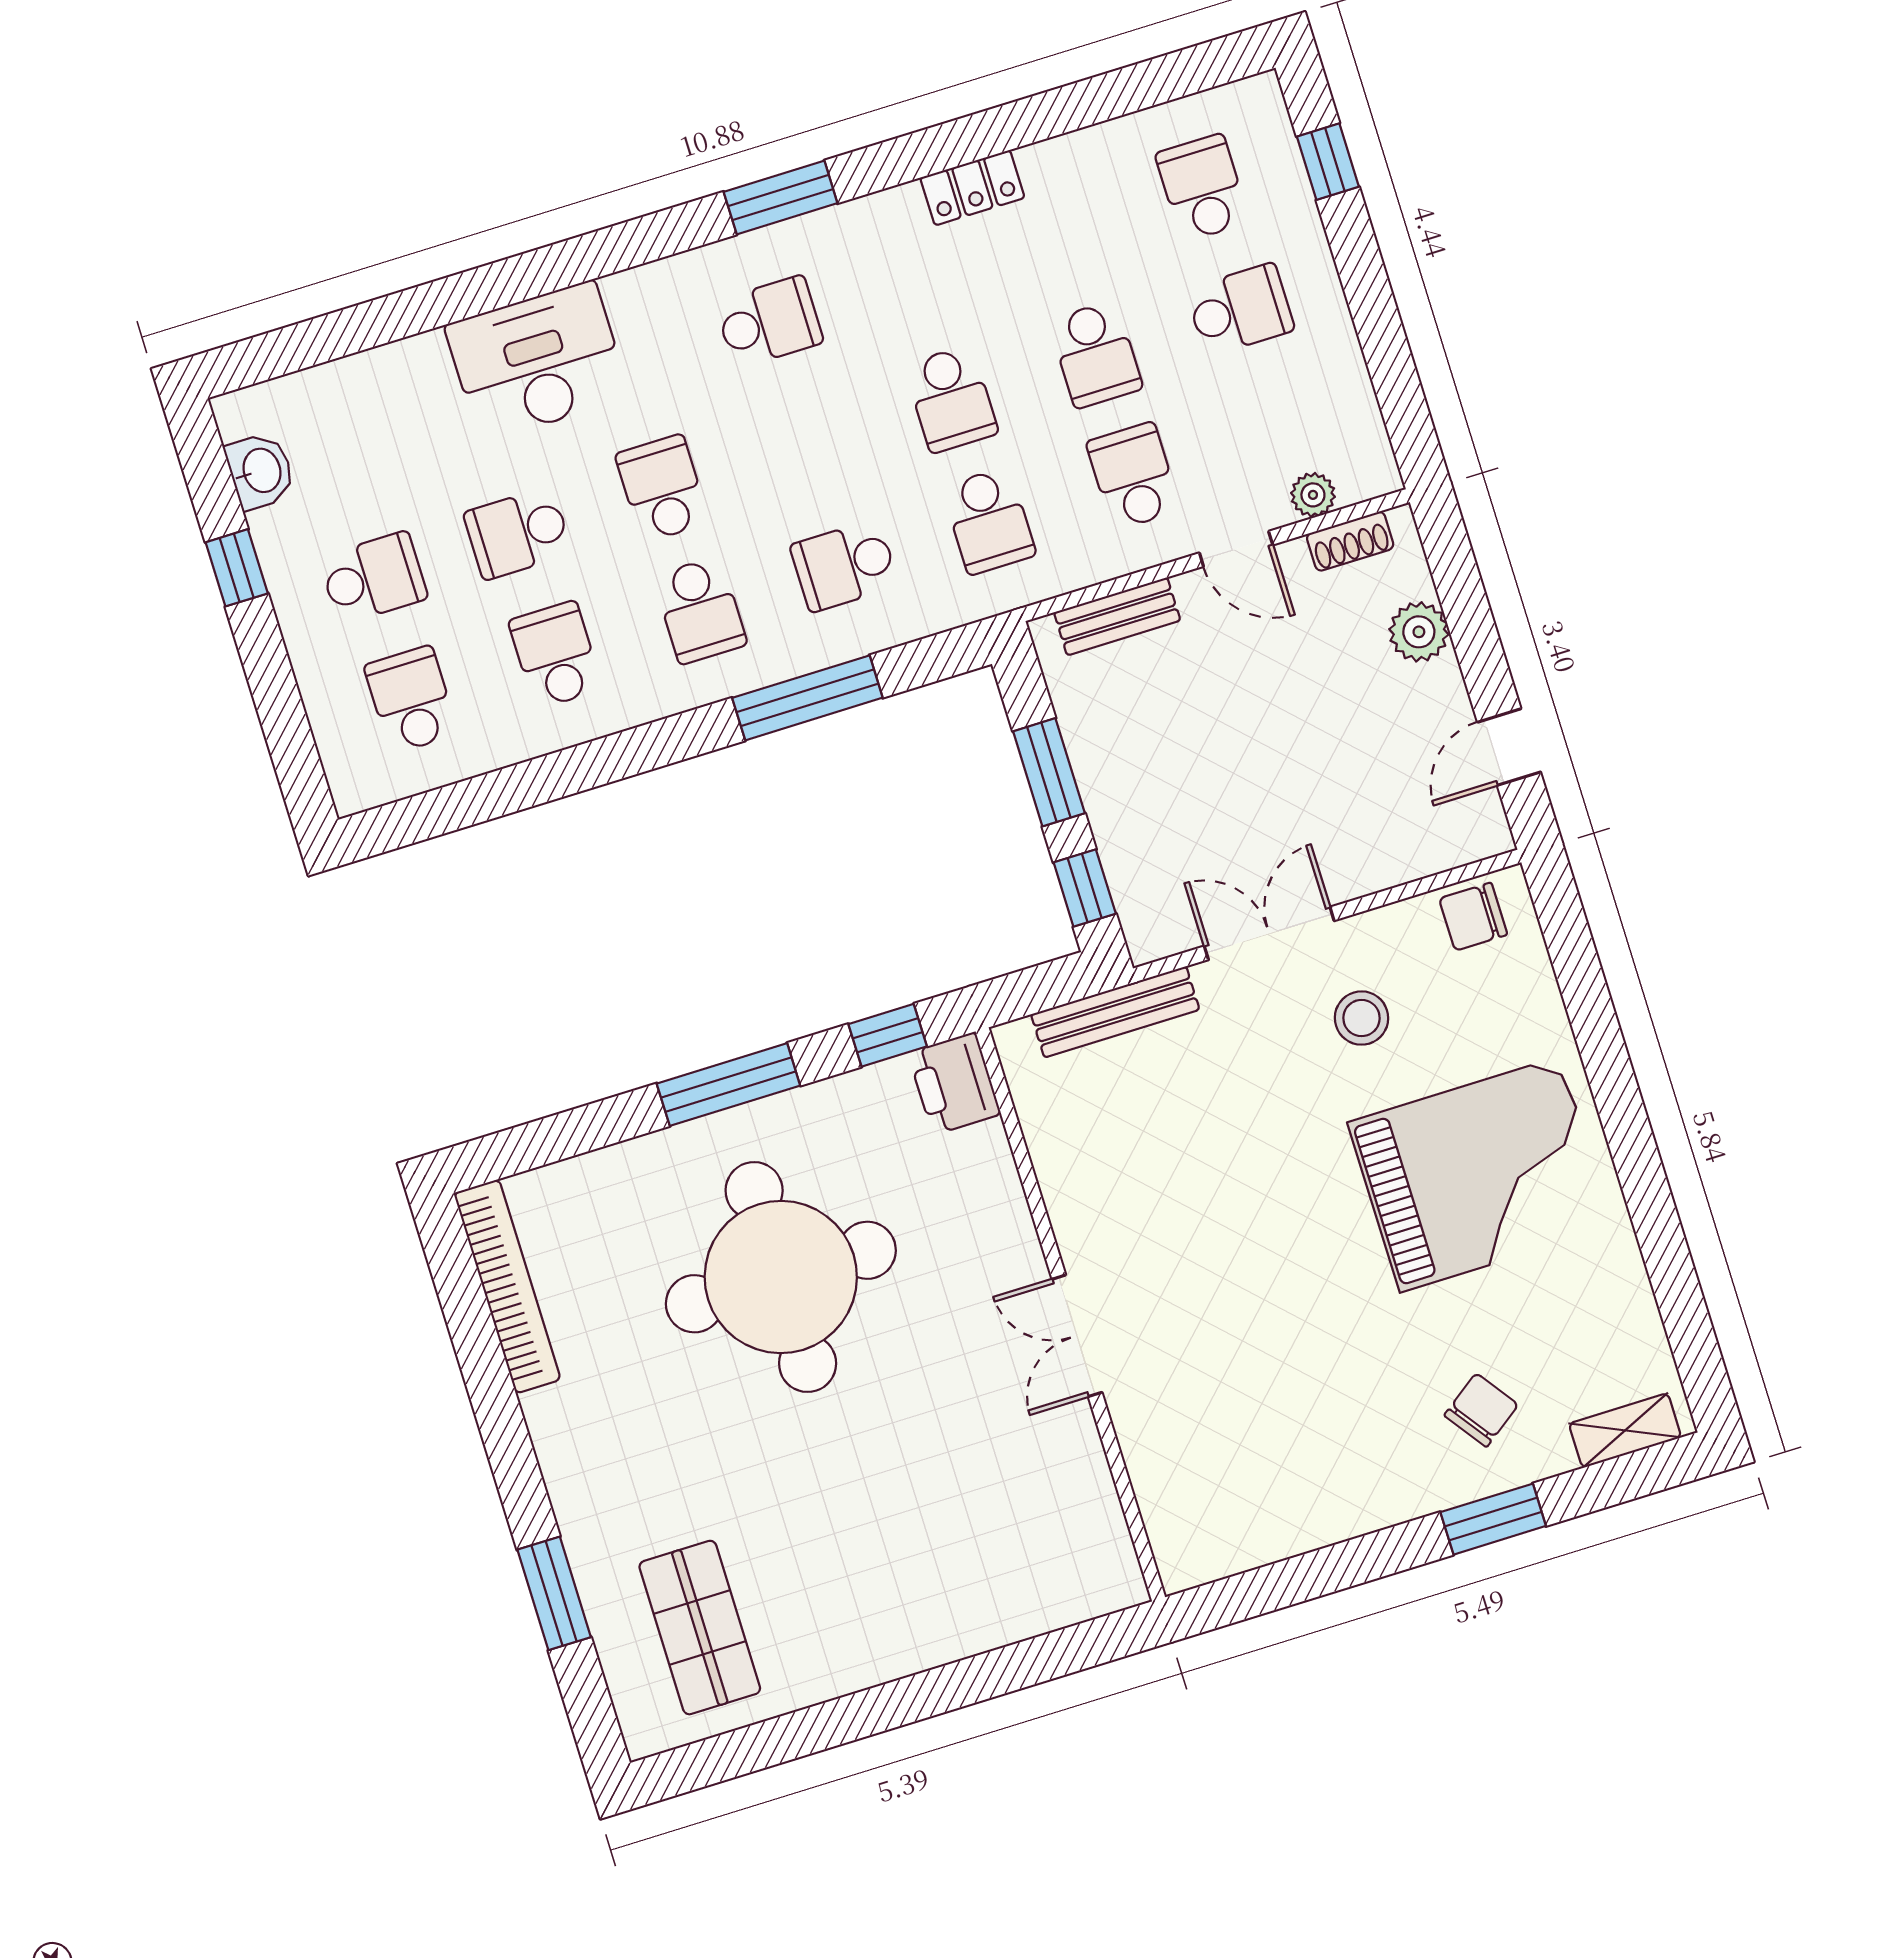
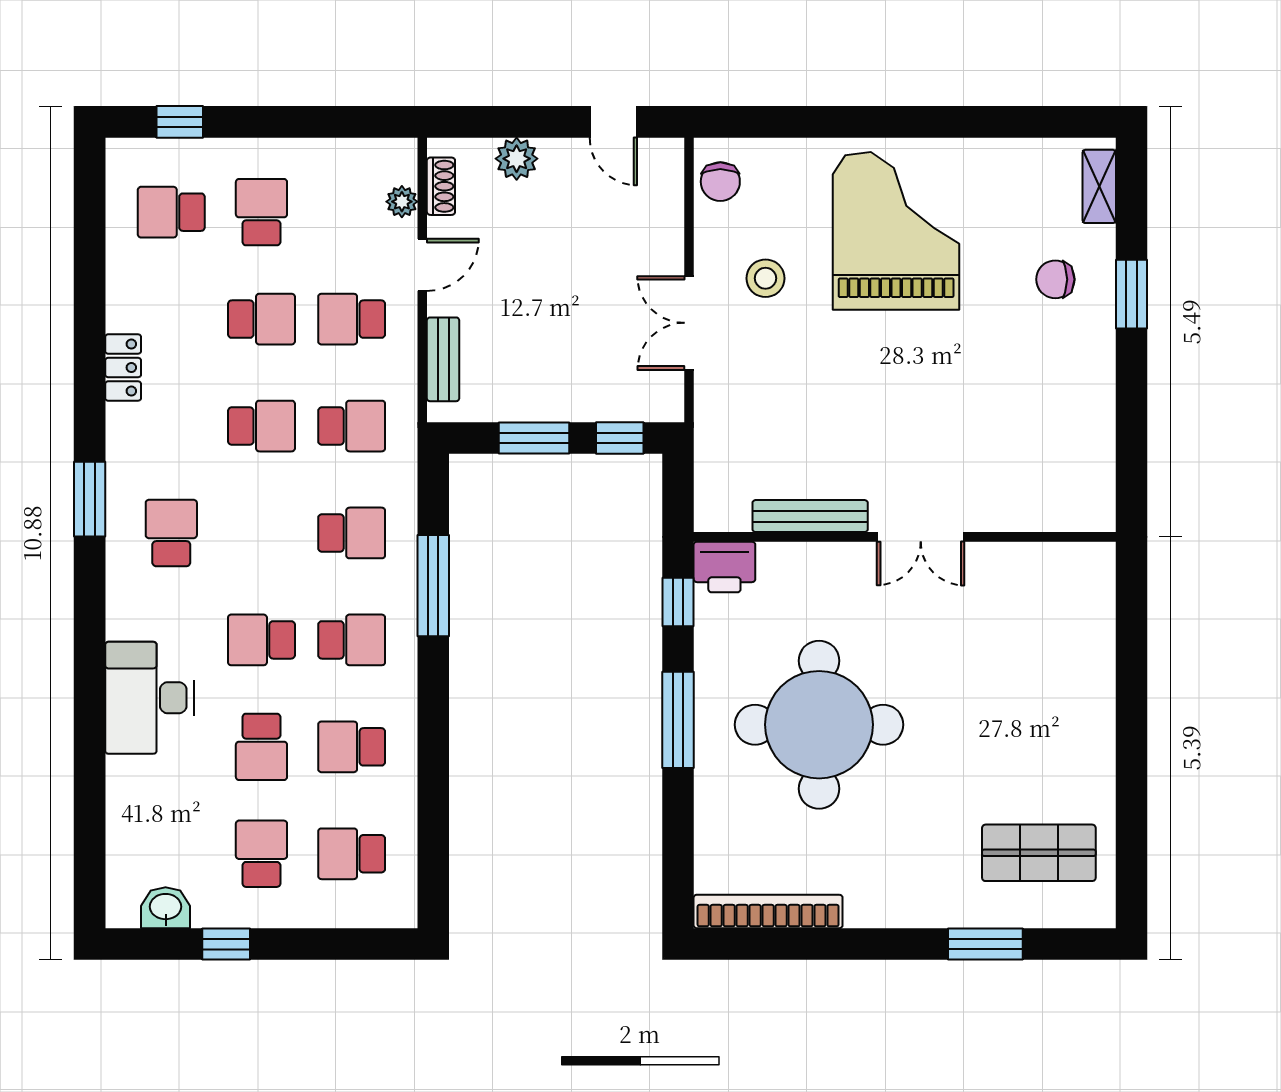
school desk: (844, 566) -> (352, 533), turned -90
bench: (1115, 1012) -> (810, 516), moved, turned 90
chair: (1481, 1410) -> (1055, 279), turned -54

